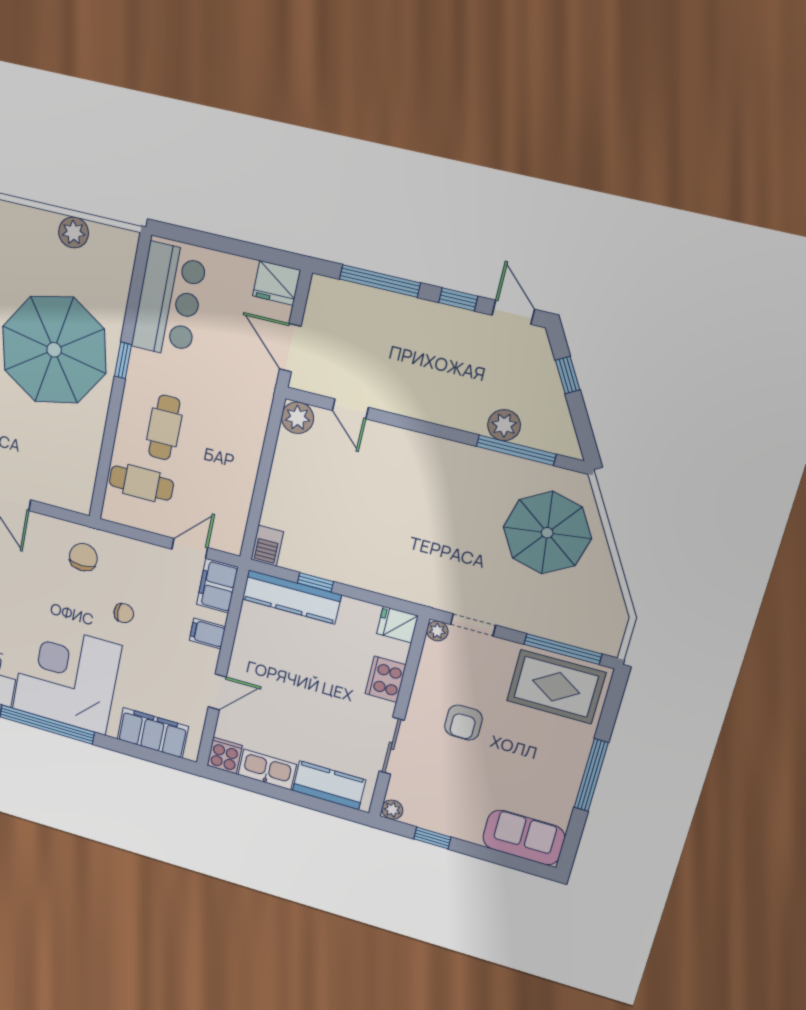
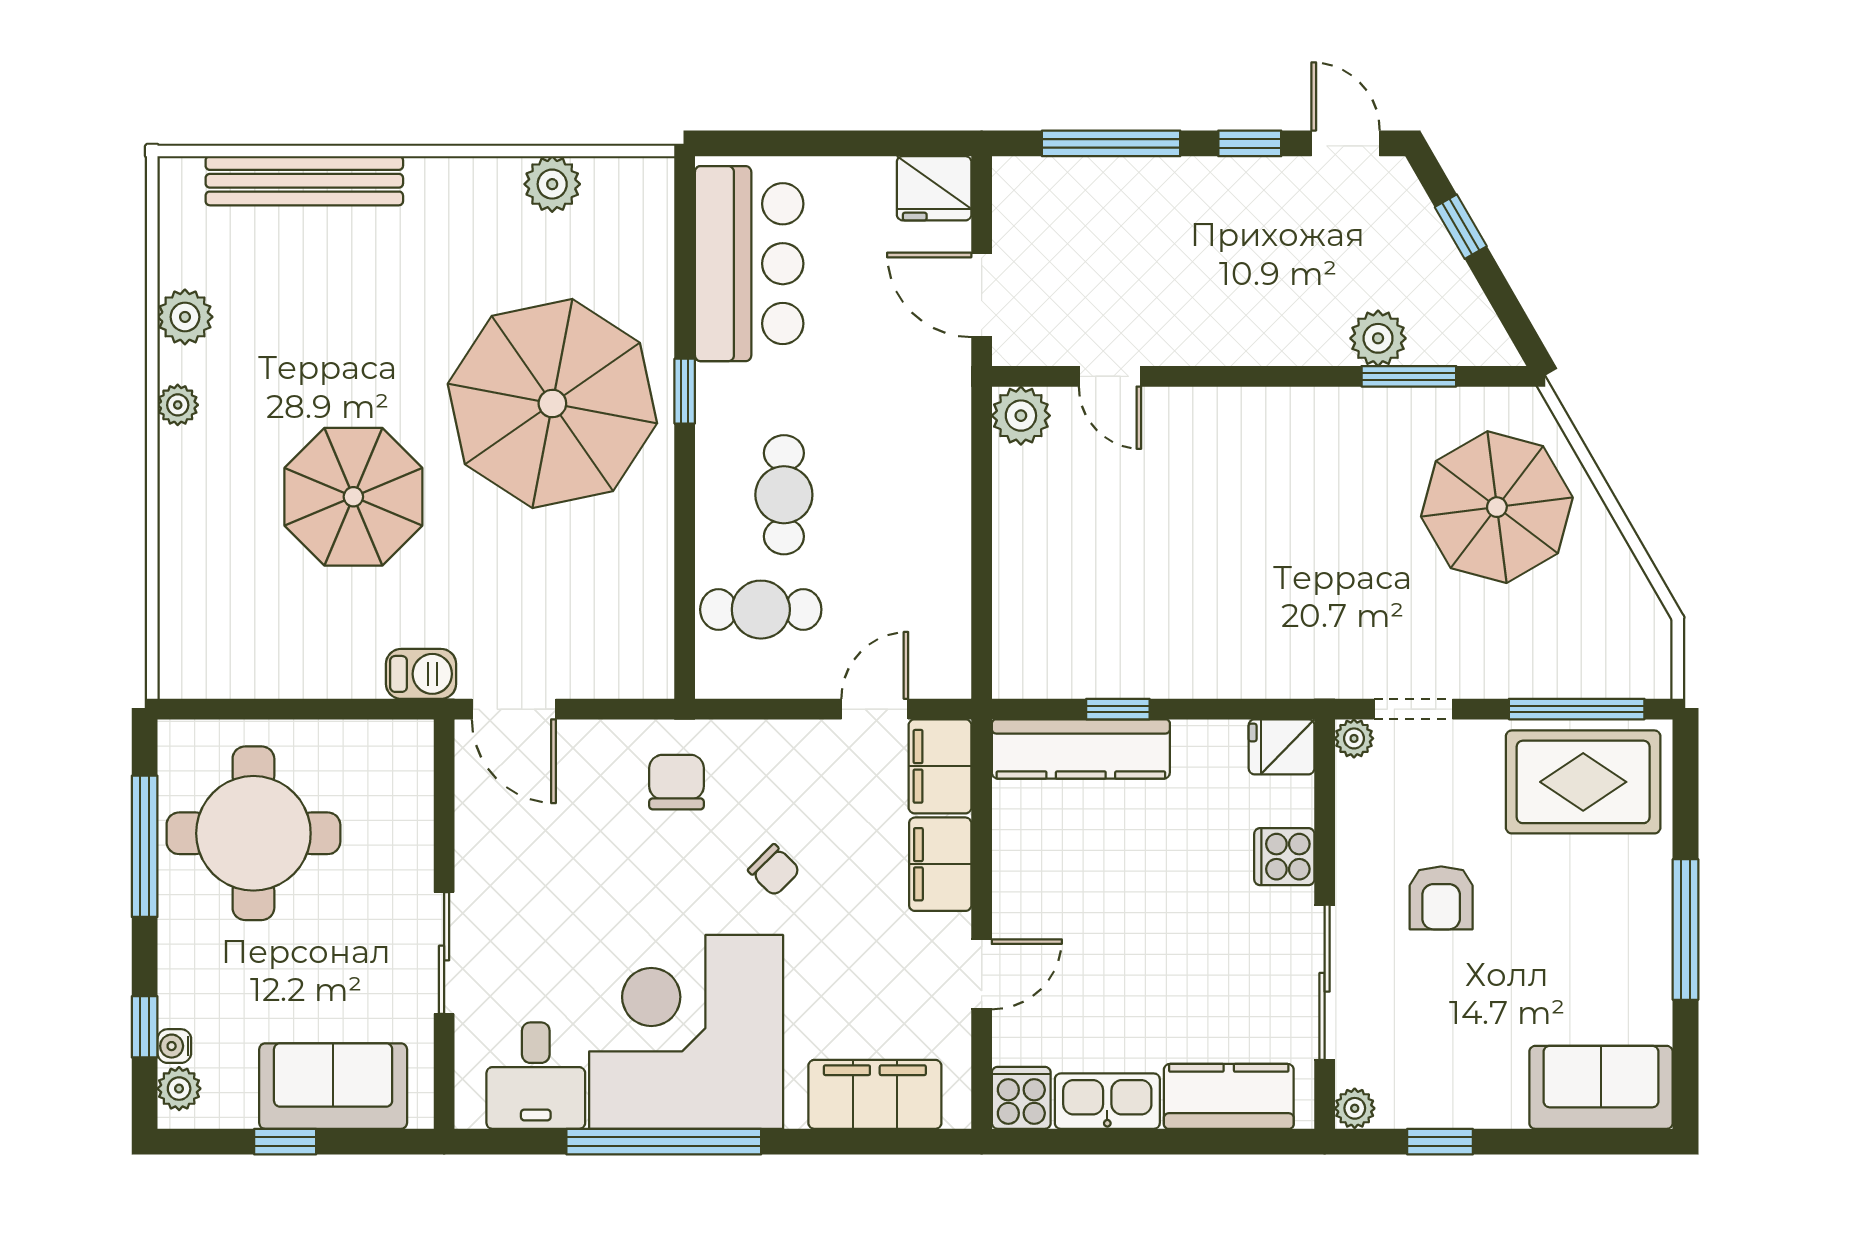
window: (516, 450) -> (1409, 376), width x0.69
barbecue: (267, 546) -> (1016, 665), removed
chair: (124, 613) -> (774, 870), turned 45
filing cabinet: (207, 633) -> (940, 864), width x2.00
cooker: (386, 679) -> (1284, 857), width x0.73
sliding door: (392, 746) -> (1325, 982), width x1.37

